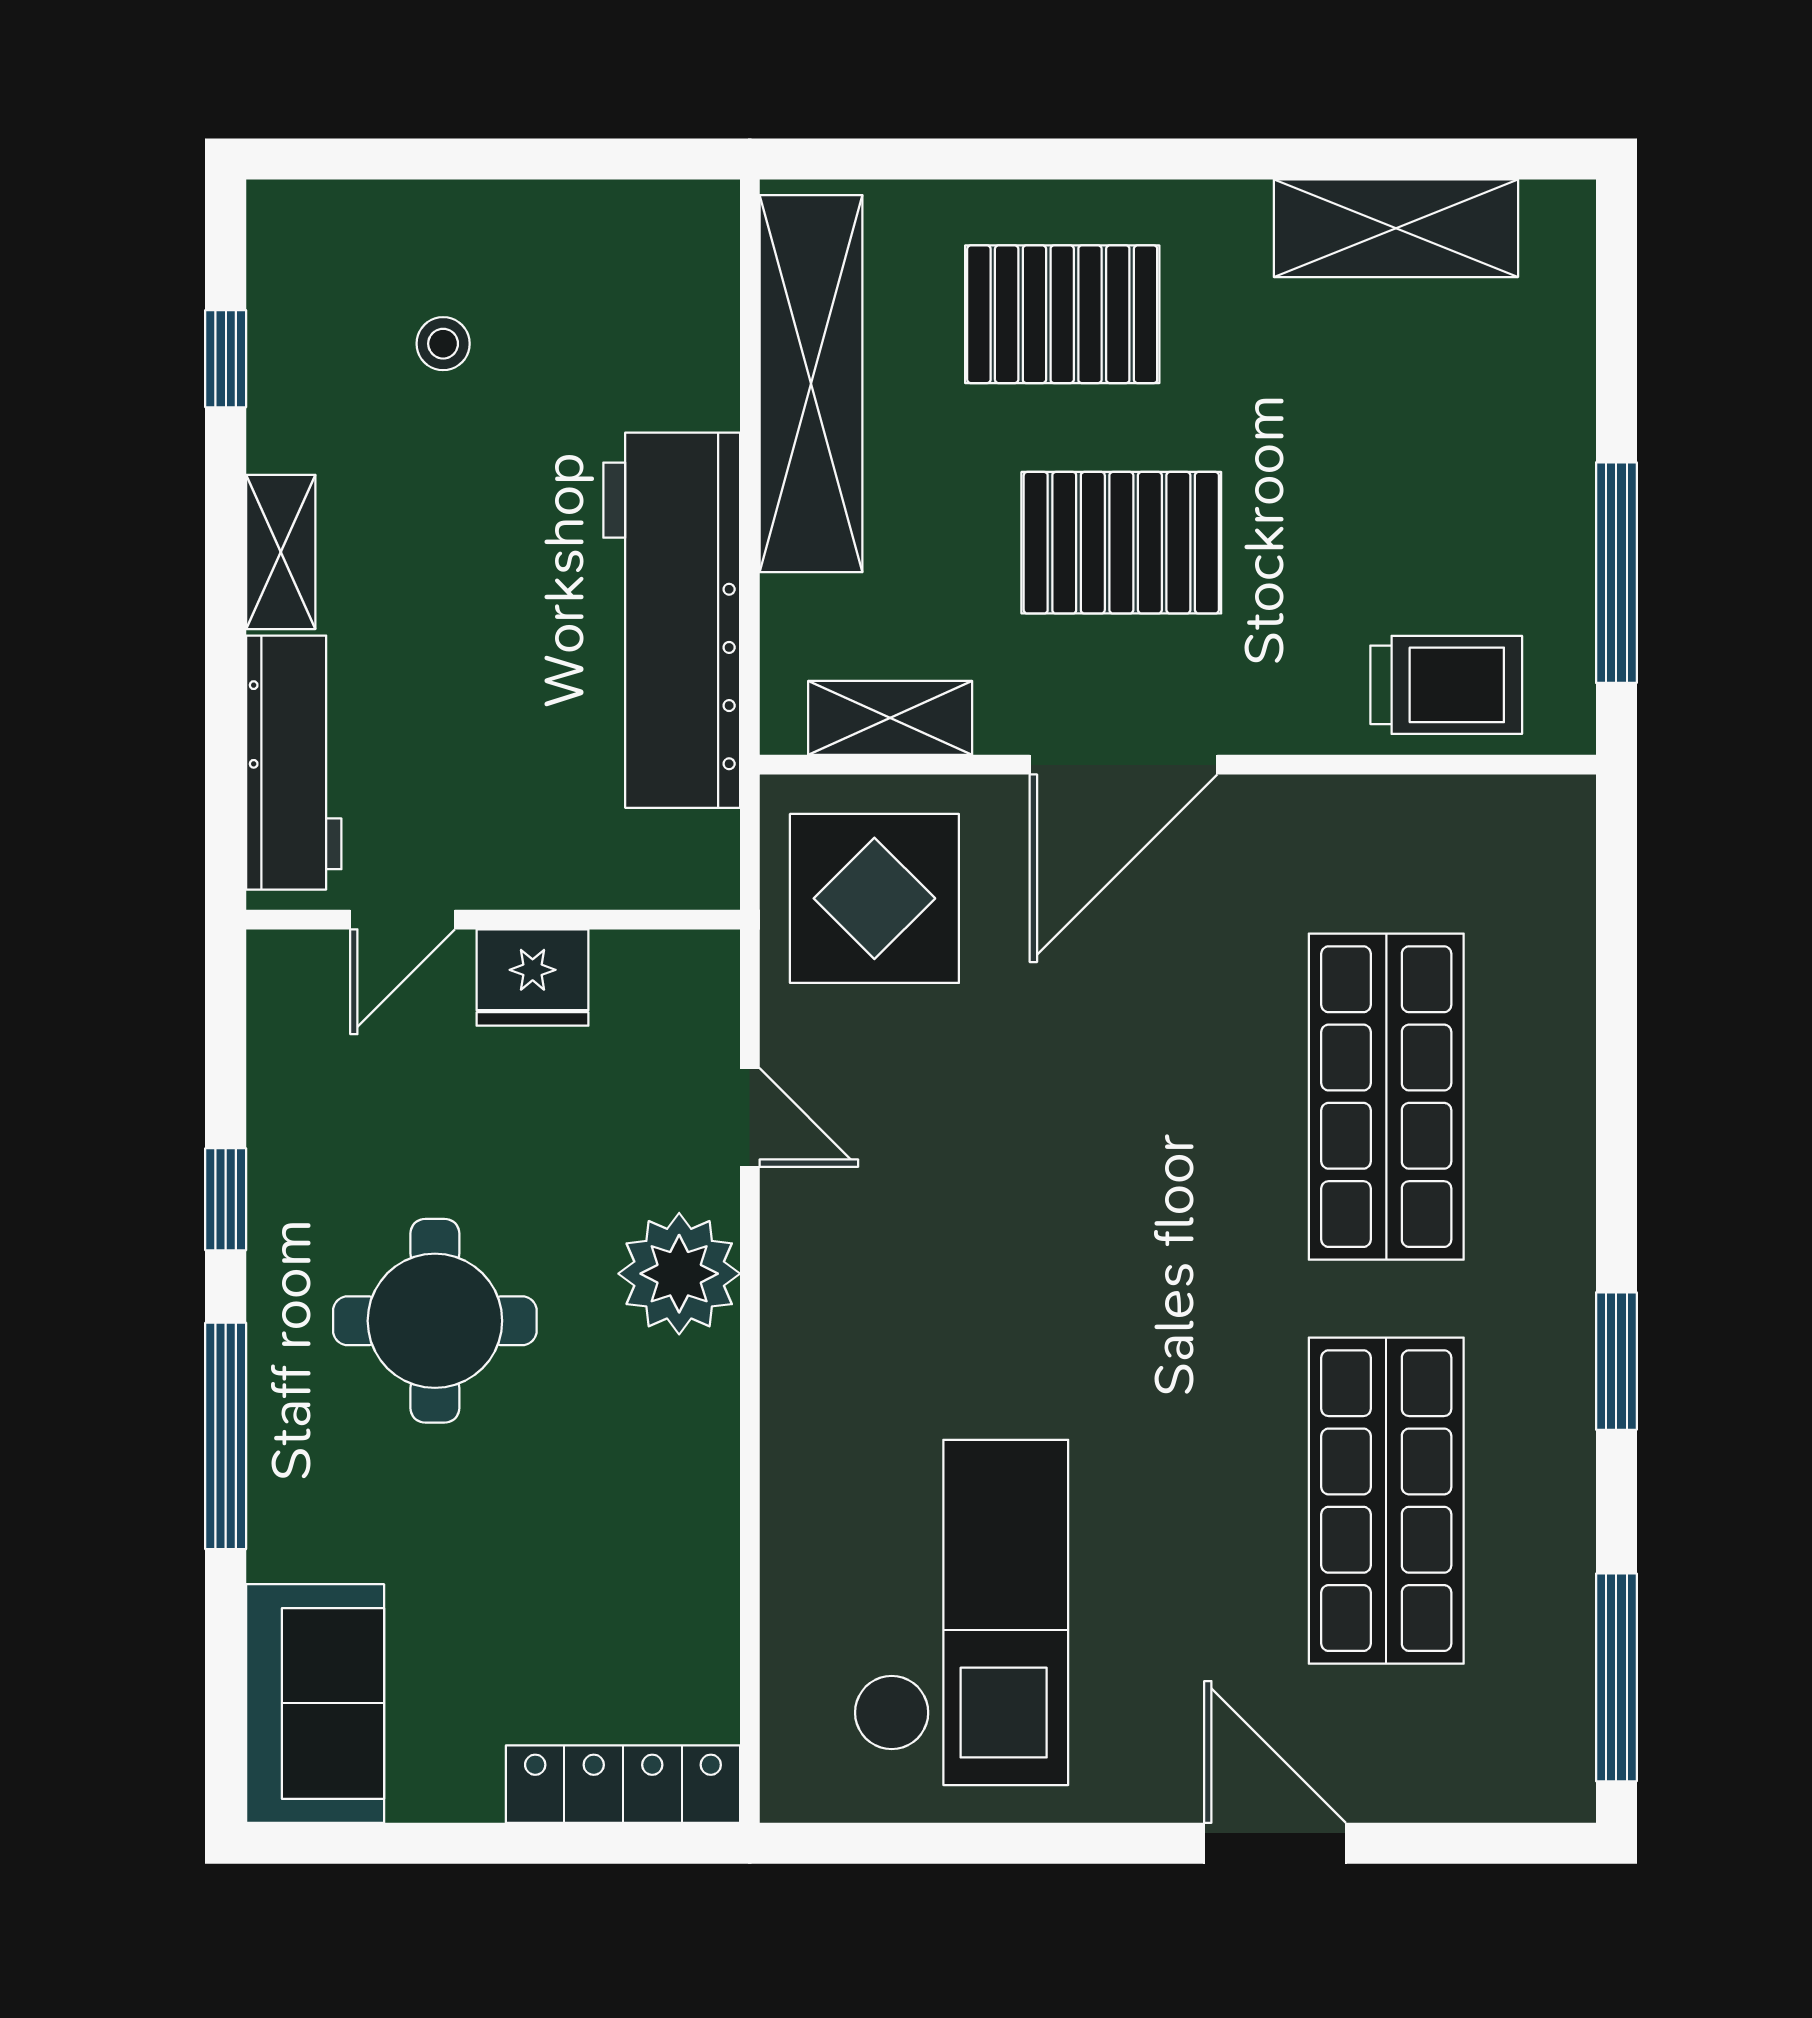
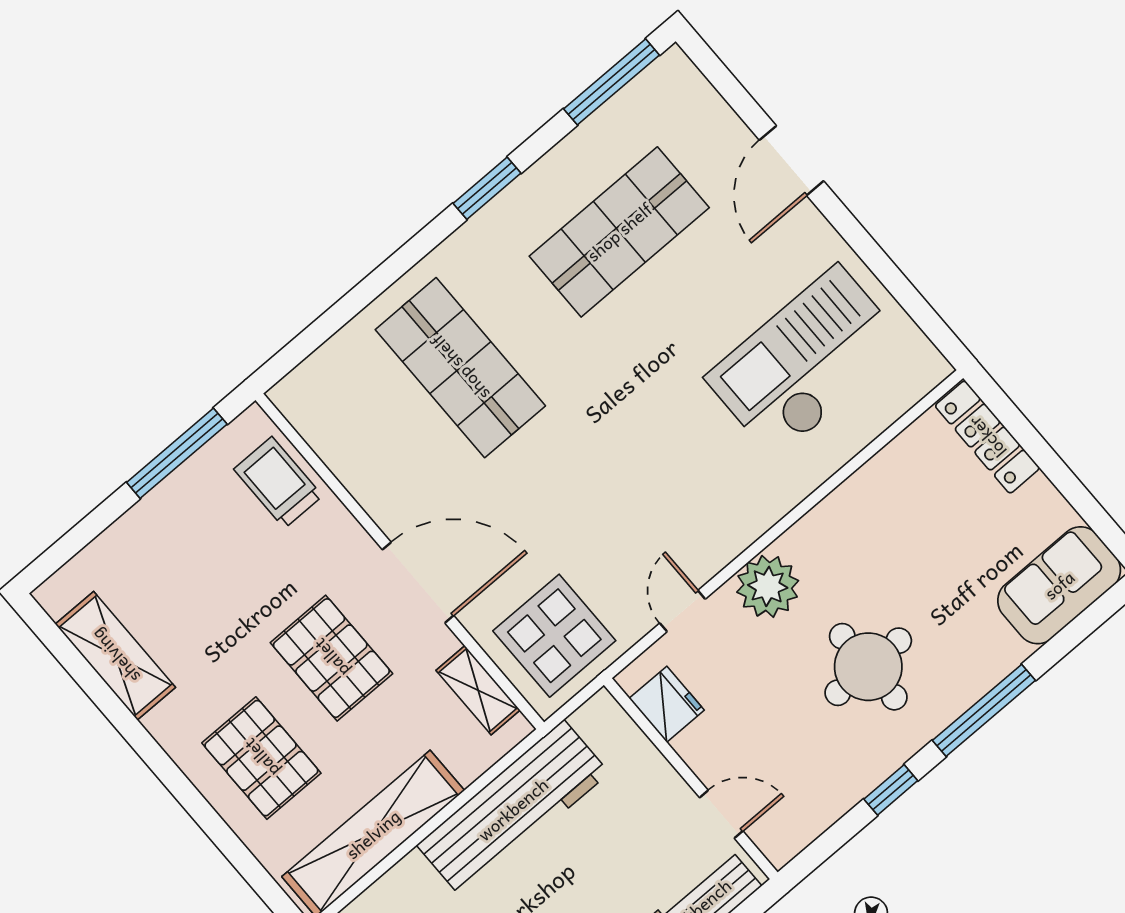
fridge: (533, 977) -> (667, 704), moved
shop shelf: (1386, 1097) -> (460, 368), turned 90

